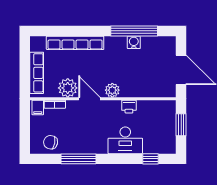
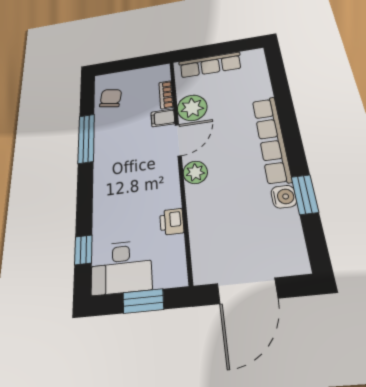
window: (134, 31) -> (305, 195), width x0.47
row of seats: (75, 43) -> (271, 139), moved
filing cabinet: (38, 107) -> (163, 118), moved
printer: (129, 107) -> (172, 222), moved
desk: (125, 140) -> (121, 267), moved, turned -90

